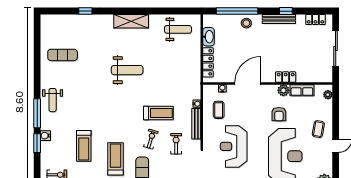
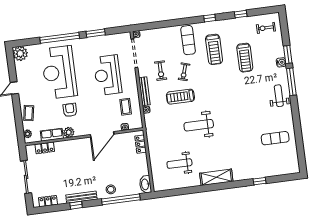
weight bench: (178, 29) -> (179, 164), moved
washbasin: (209, 37) -> (145, 184), moved
locker: (208, 62) -> (141, 144), width x0.66
weight bench: (127, 70) -> (199, 125), moved
locker: (286, 77) -> (45, 148), moved
coffee table: (318, 129) -> (29, 113), moved
treadmill: (84, 146) -> (245, 58), turned 180
reception desk: (234, 146) -> (108, 75), turned 180

